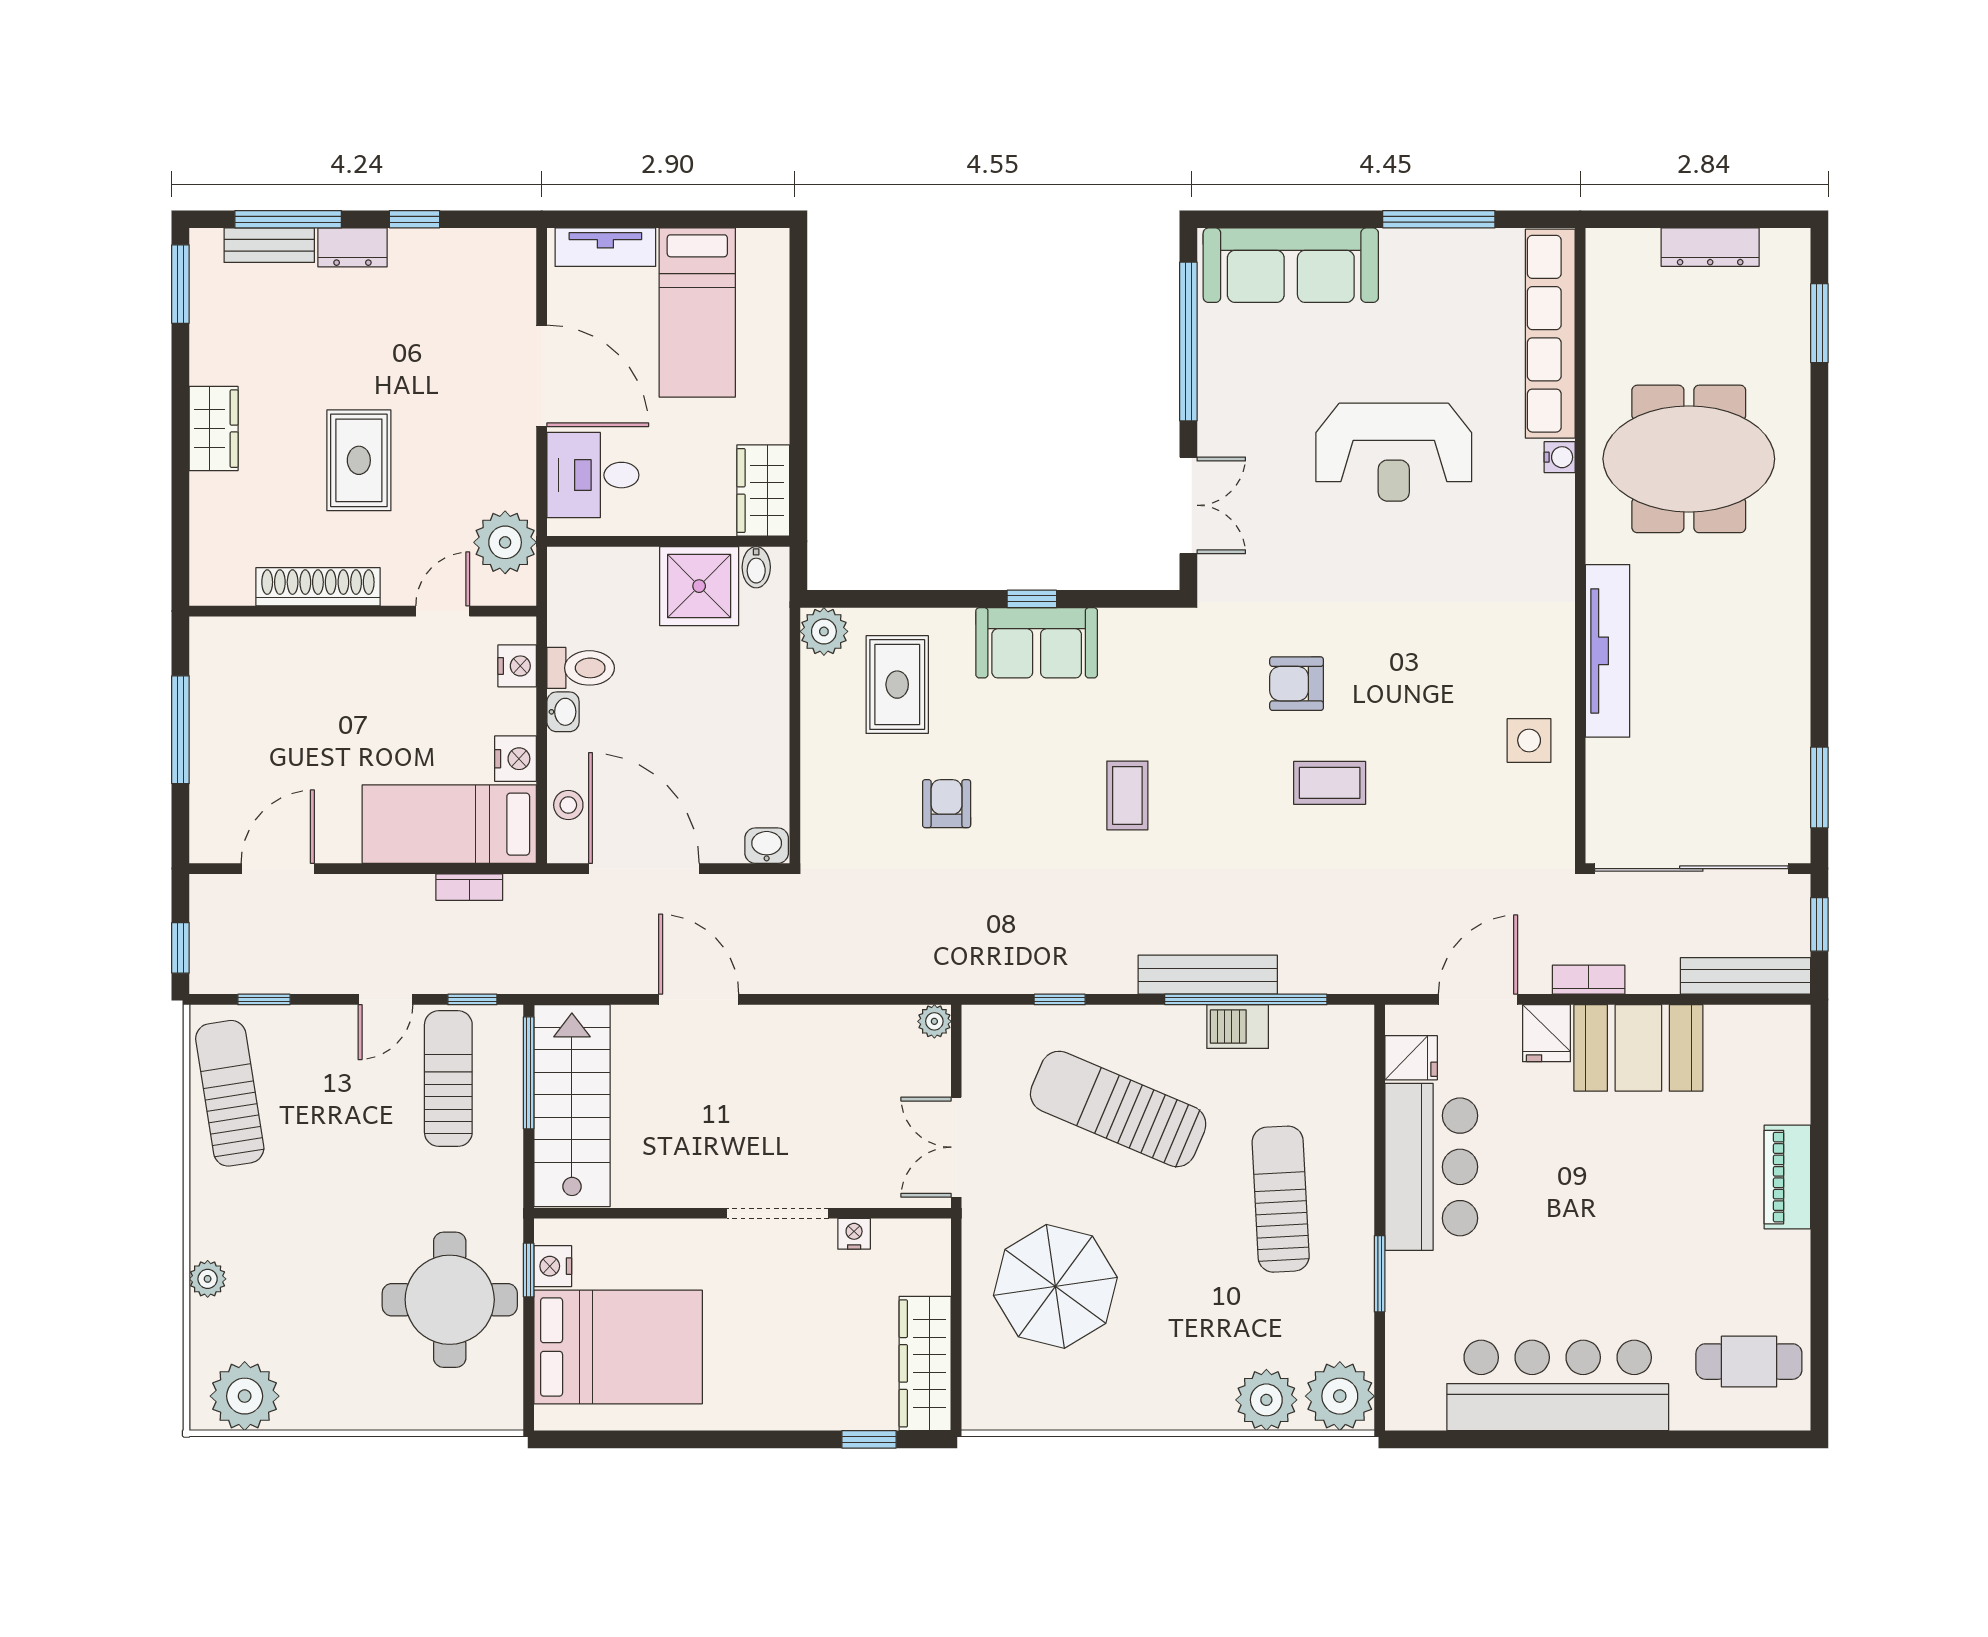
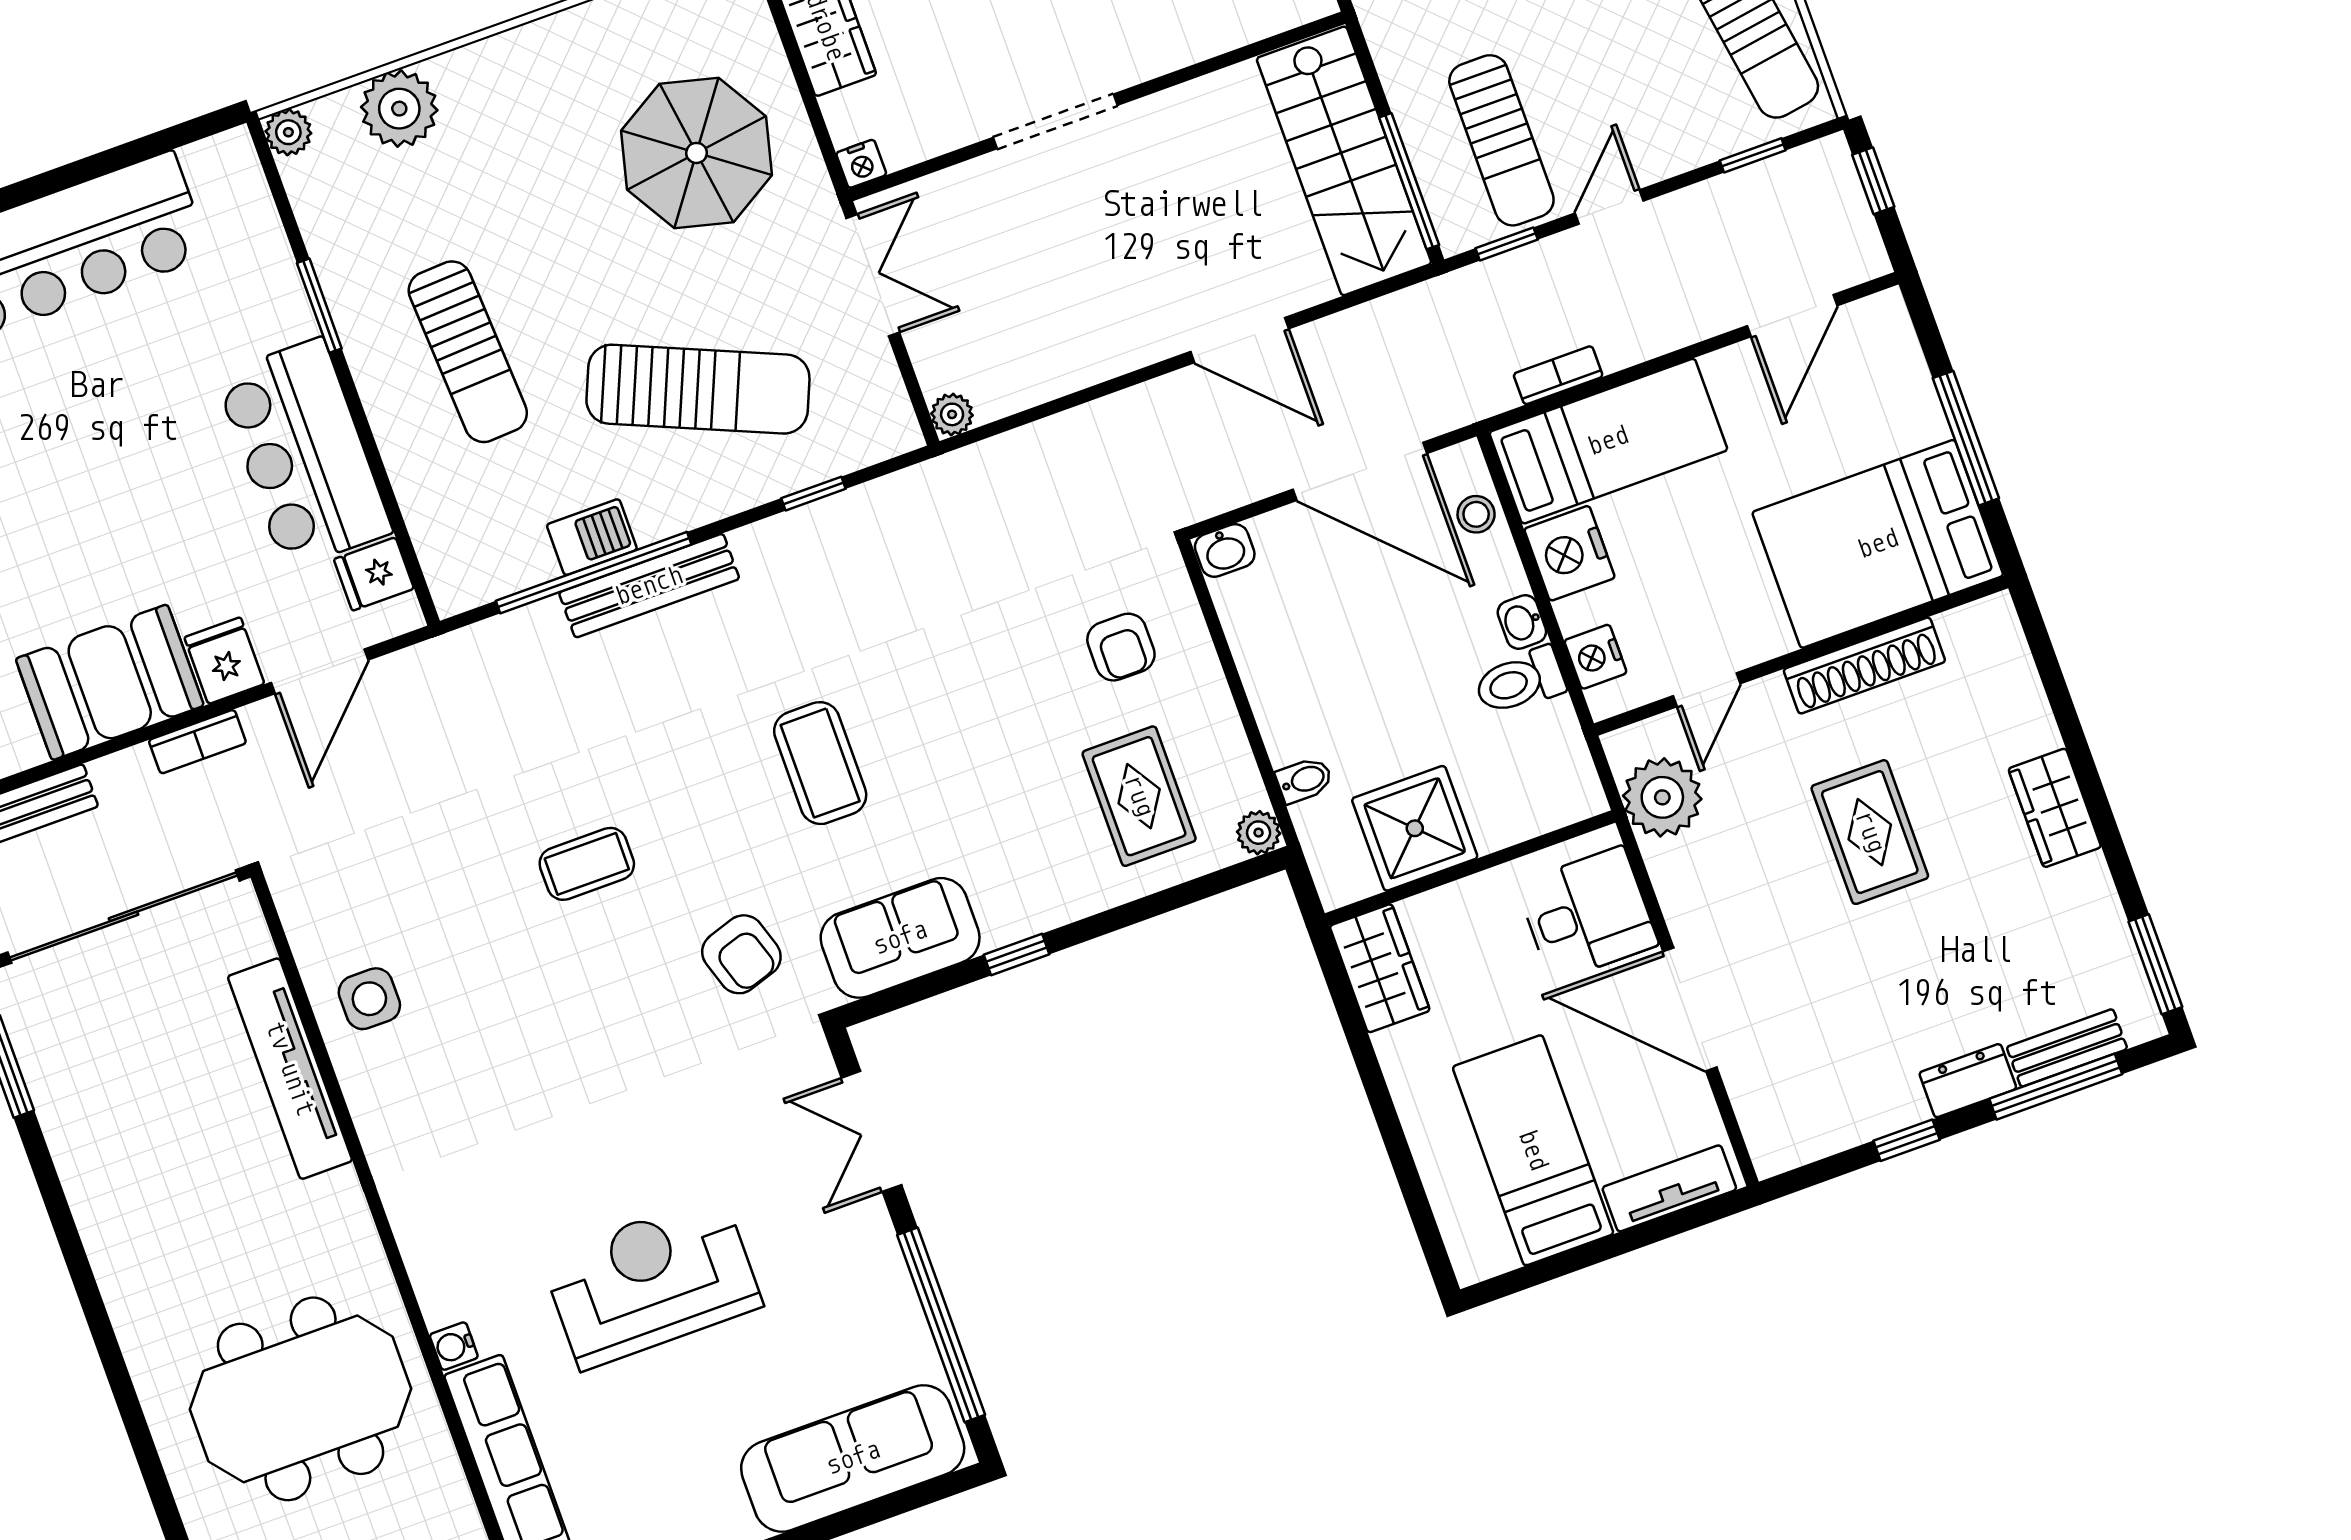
bidet: (756, 567) -> (1304, 780), moved, turned 90
plant: (824, 631) -> (1259, 833), width x0.73, depth x0.73
sofa: (1037, 643) -> (900, 938), moved
tv unit: (1608, 651) -> (290, 1069), moved
bed: (275, 674) -> (1878, 544), added
armchair: (1297, 684) -> (741, 954), moved, turned 72
nightstand: (516, 759) -> (1569, 553), width x1.36, depth x1.33
coffee table: (1127, 795) -> (820, 763), width x1.36, depth x1.30
armchair: (947, 804) -> (1121, 647), moved
nightstand: (854, 1234) -> (861, 164), moved
plant: (1340, 1396) -> (288, 132), width x0.53, depth x0.53

